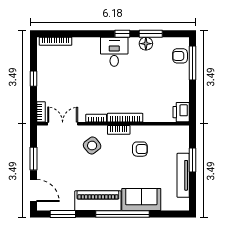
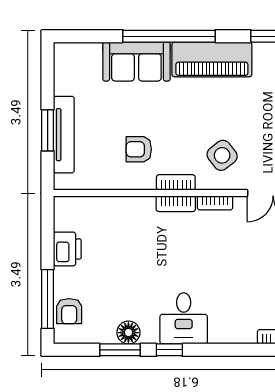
armchair: (180, 56) -> (69, 311), turned 90
printer: (181, 112) -> (67, 249), moved
bookcase: (125, 118) -> (176, 204), width x0.64
tv unit: (183, 175) -> (64, 135), moved

